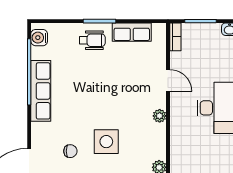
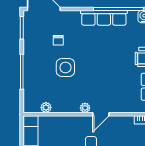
door: (168, 80) -> (101, 114), moved

